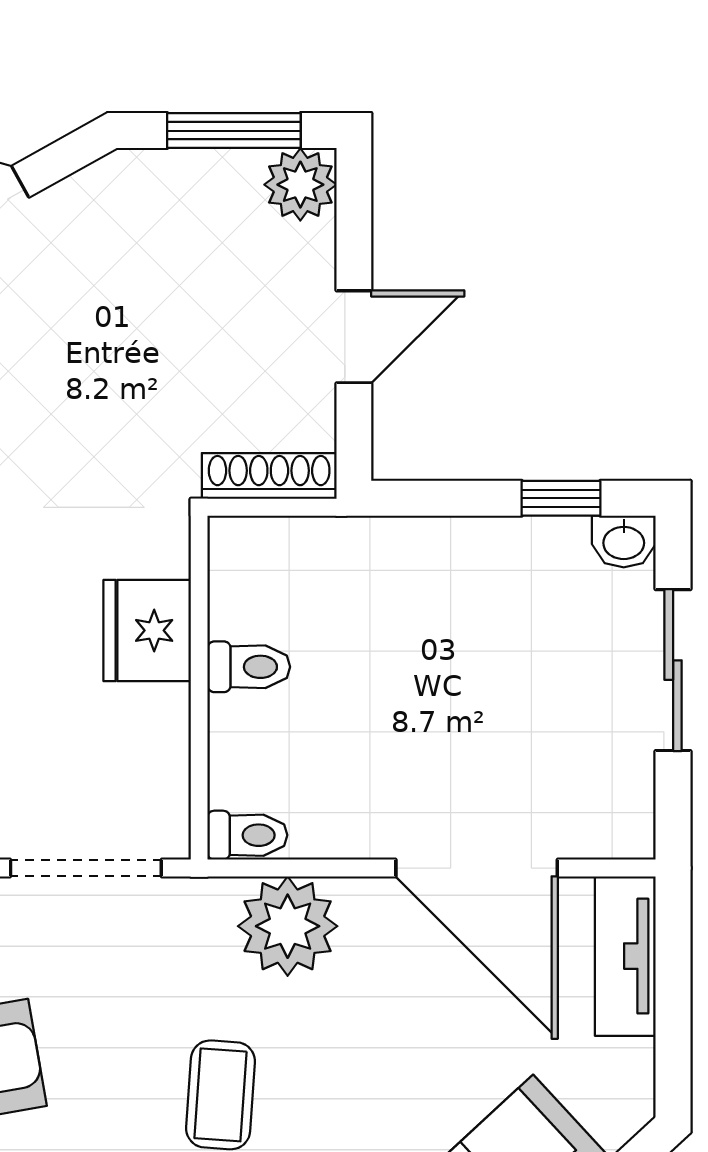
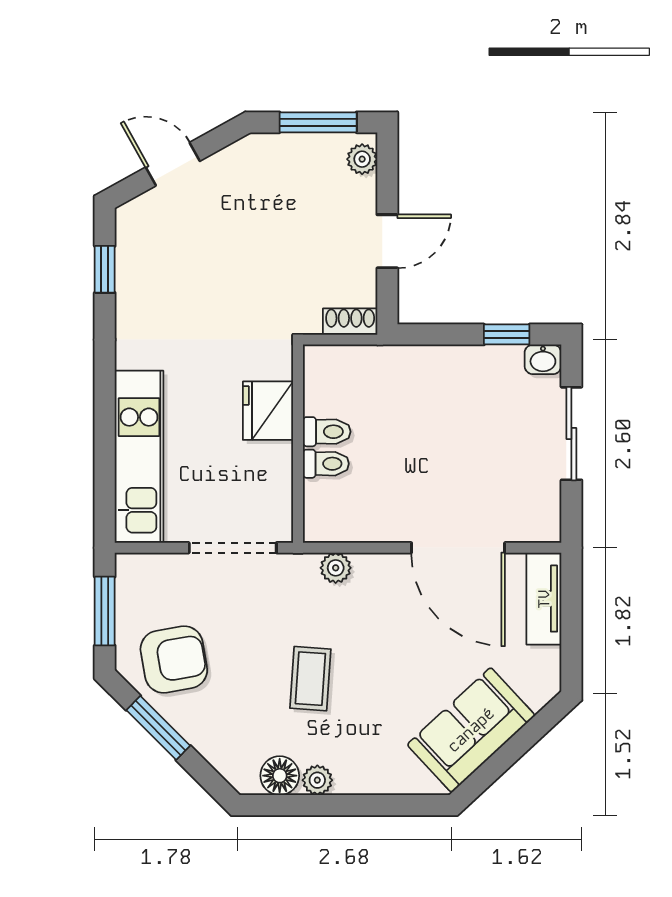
plant: (300, 185) -> (362, 159), width x0.73, depth x0.73
shoe rack: (269, 476) -> (350, 322), width x0.70
toilet: (247, 835) -> (326, 464), moved
plant: (288, 926) -> (336, 568), width x0.53, depth x0.53

